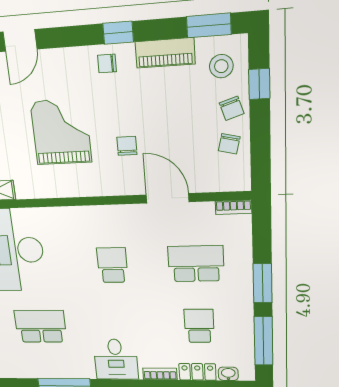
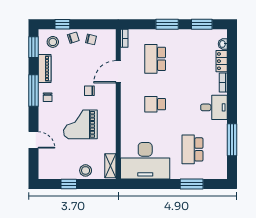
window: (118, 33) -> (34, 91), width x2.17
school desk: (199, 326) -> (192, 59), removed
window: (264, 341) -> (202, 24), width x0.69

